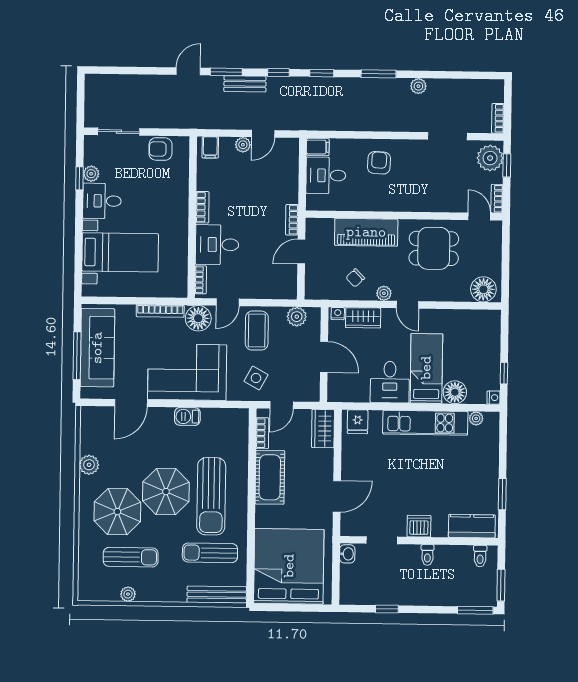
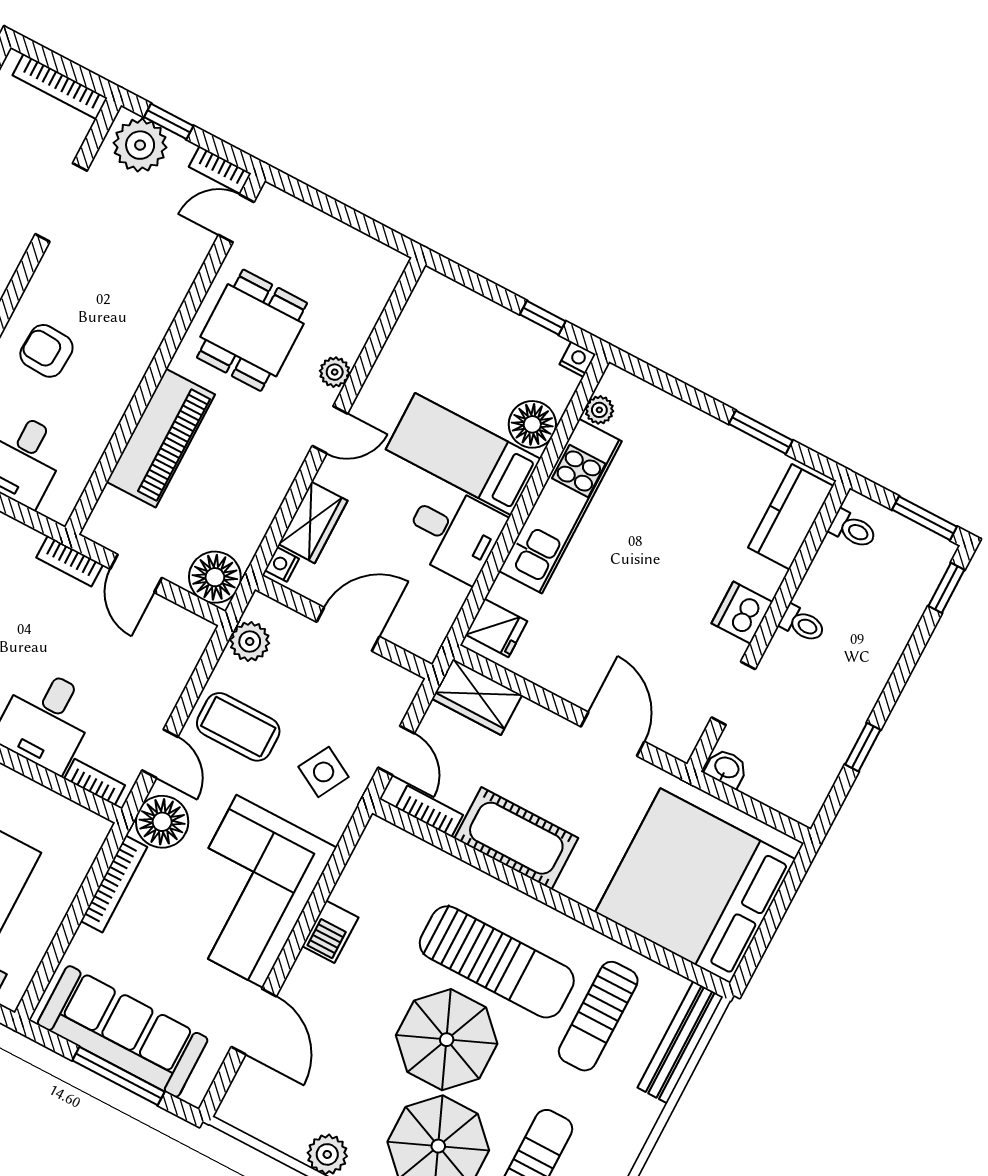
bookcase: (498, 118) -> (60, 87), width x1.56
chair: (355, 278) -> (233, 500), removed
floor lamp: (483, 289) -> (215, 577), moved
plant: (384, 293) -> (335, 372), moved
window: (475, 610) -> (946, 588), width x0.67

